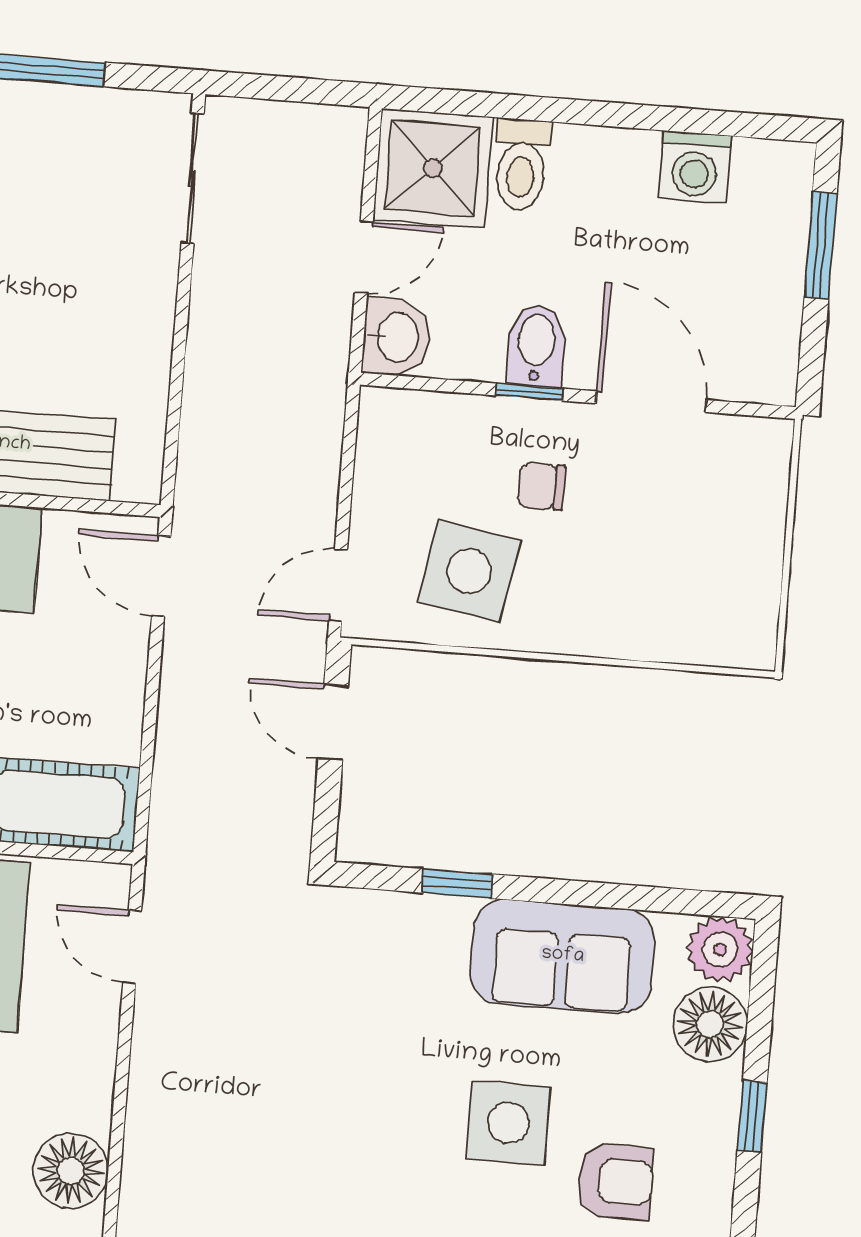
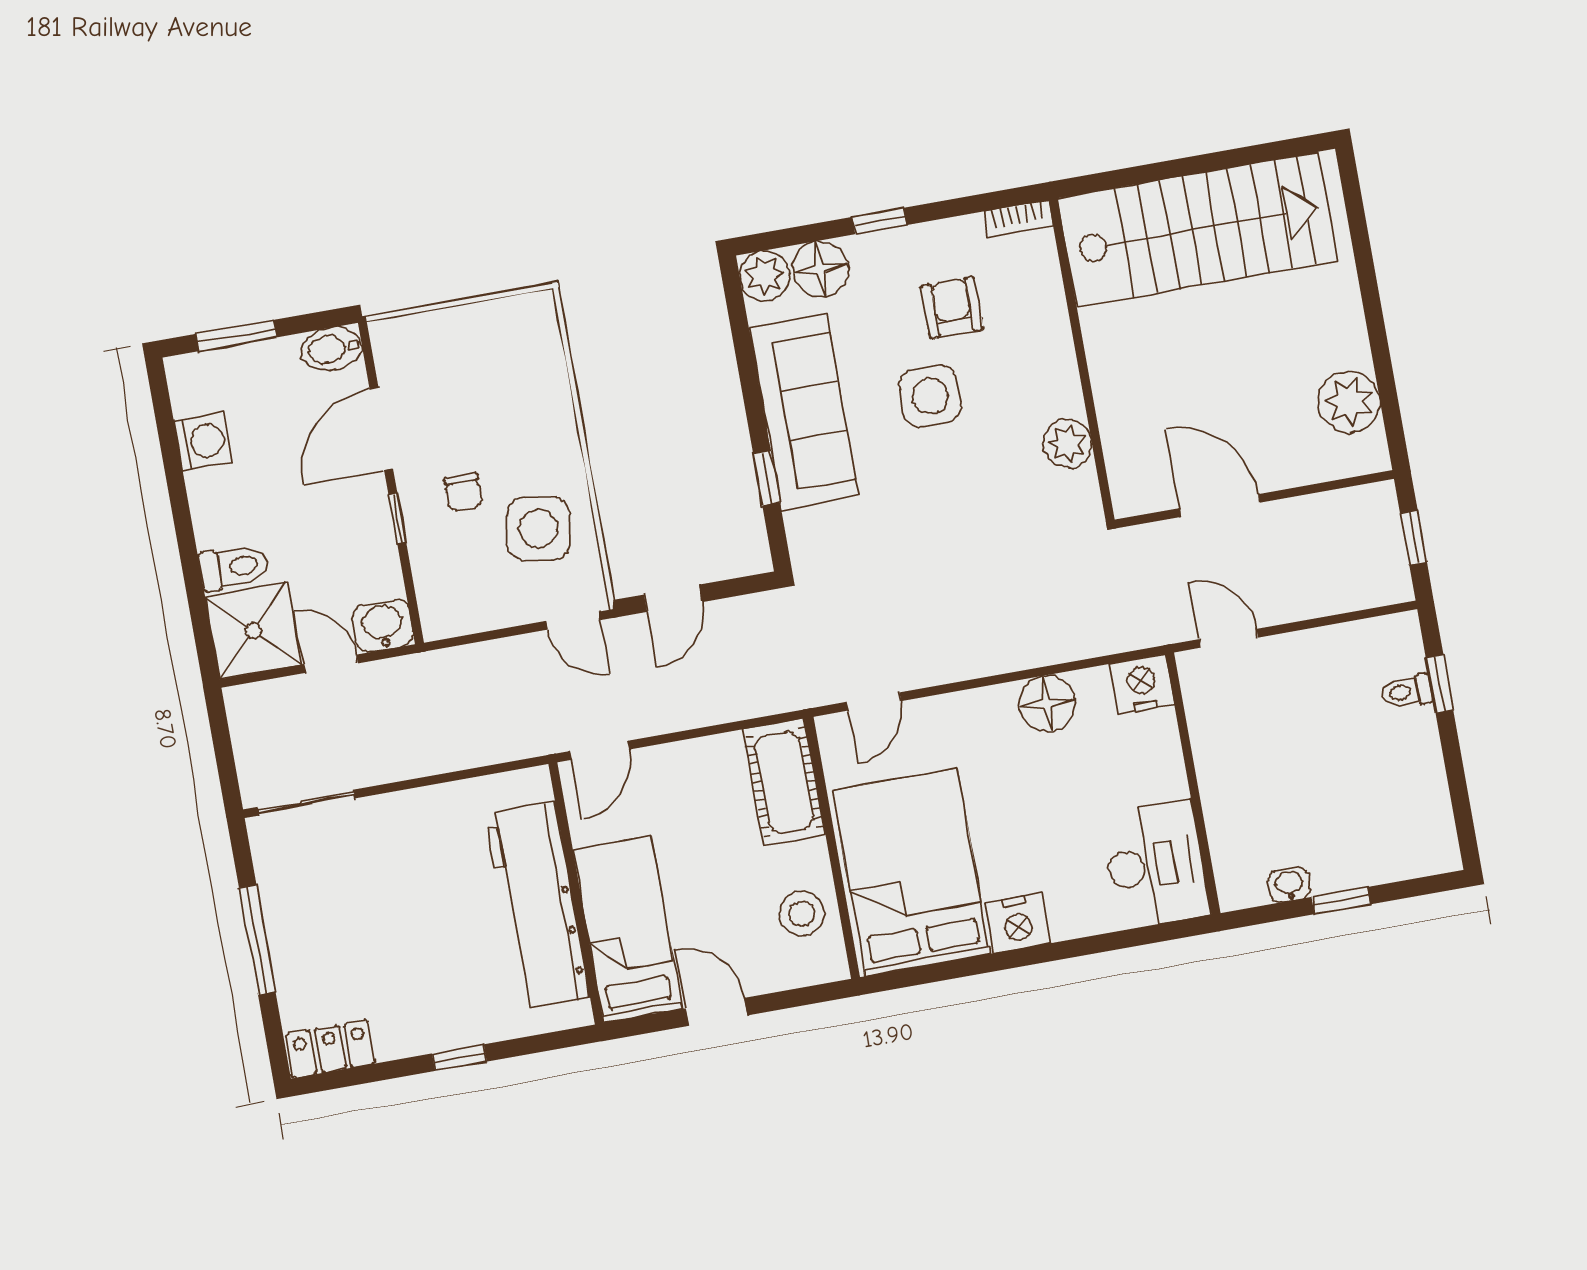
bidet: (536, 346) -> (332, 349), moved
sofa: (563, 956) -> (804, 412), width x1.36

